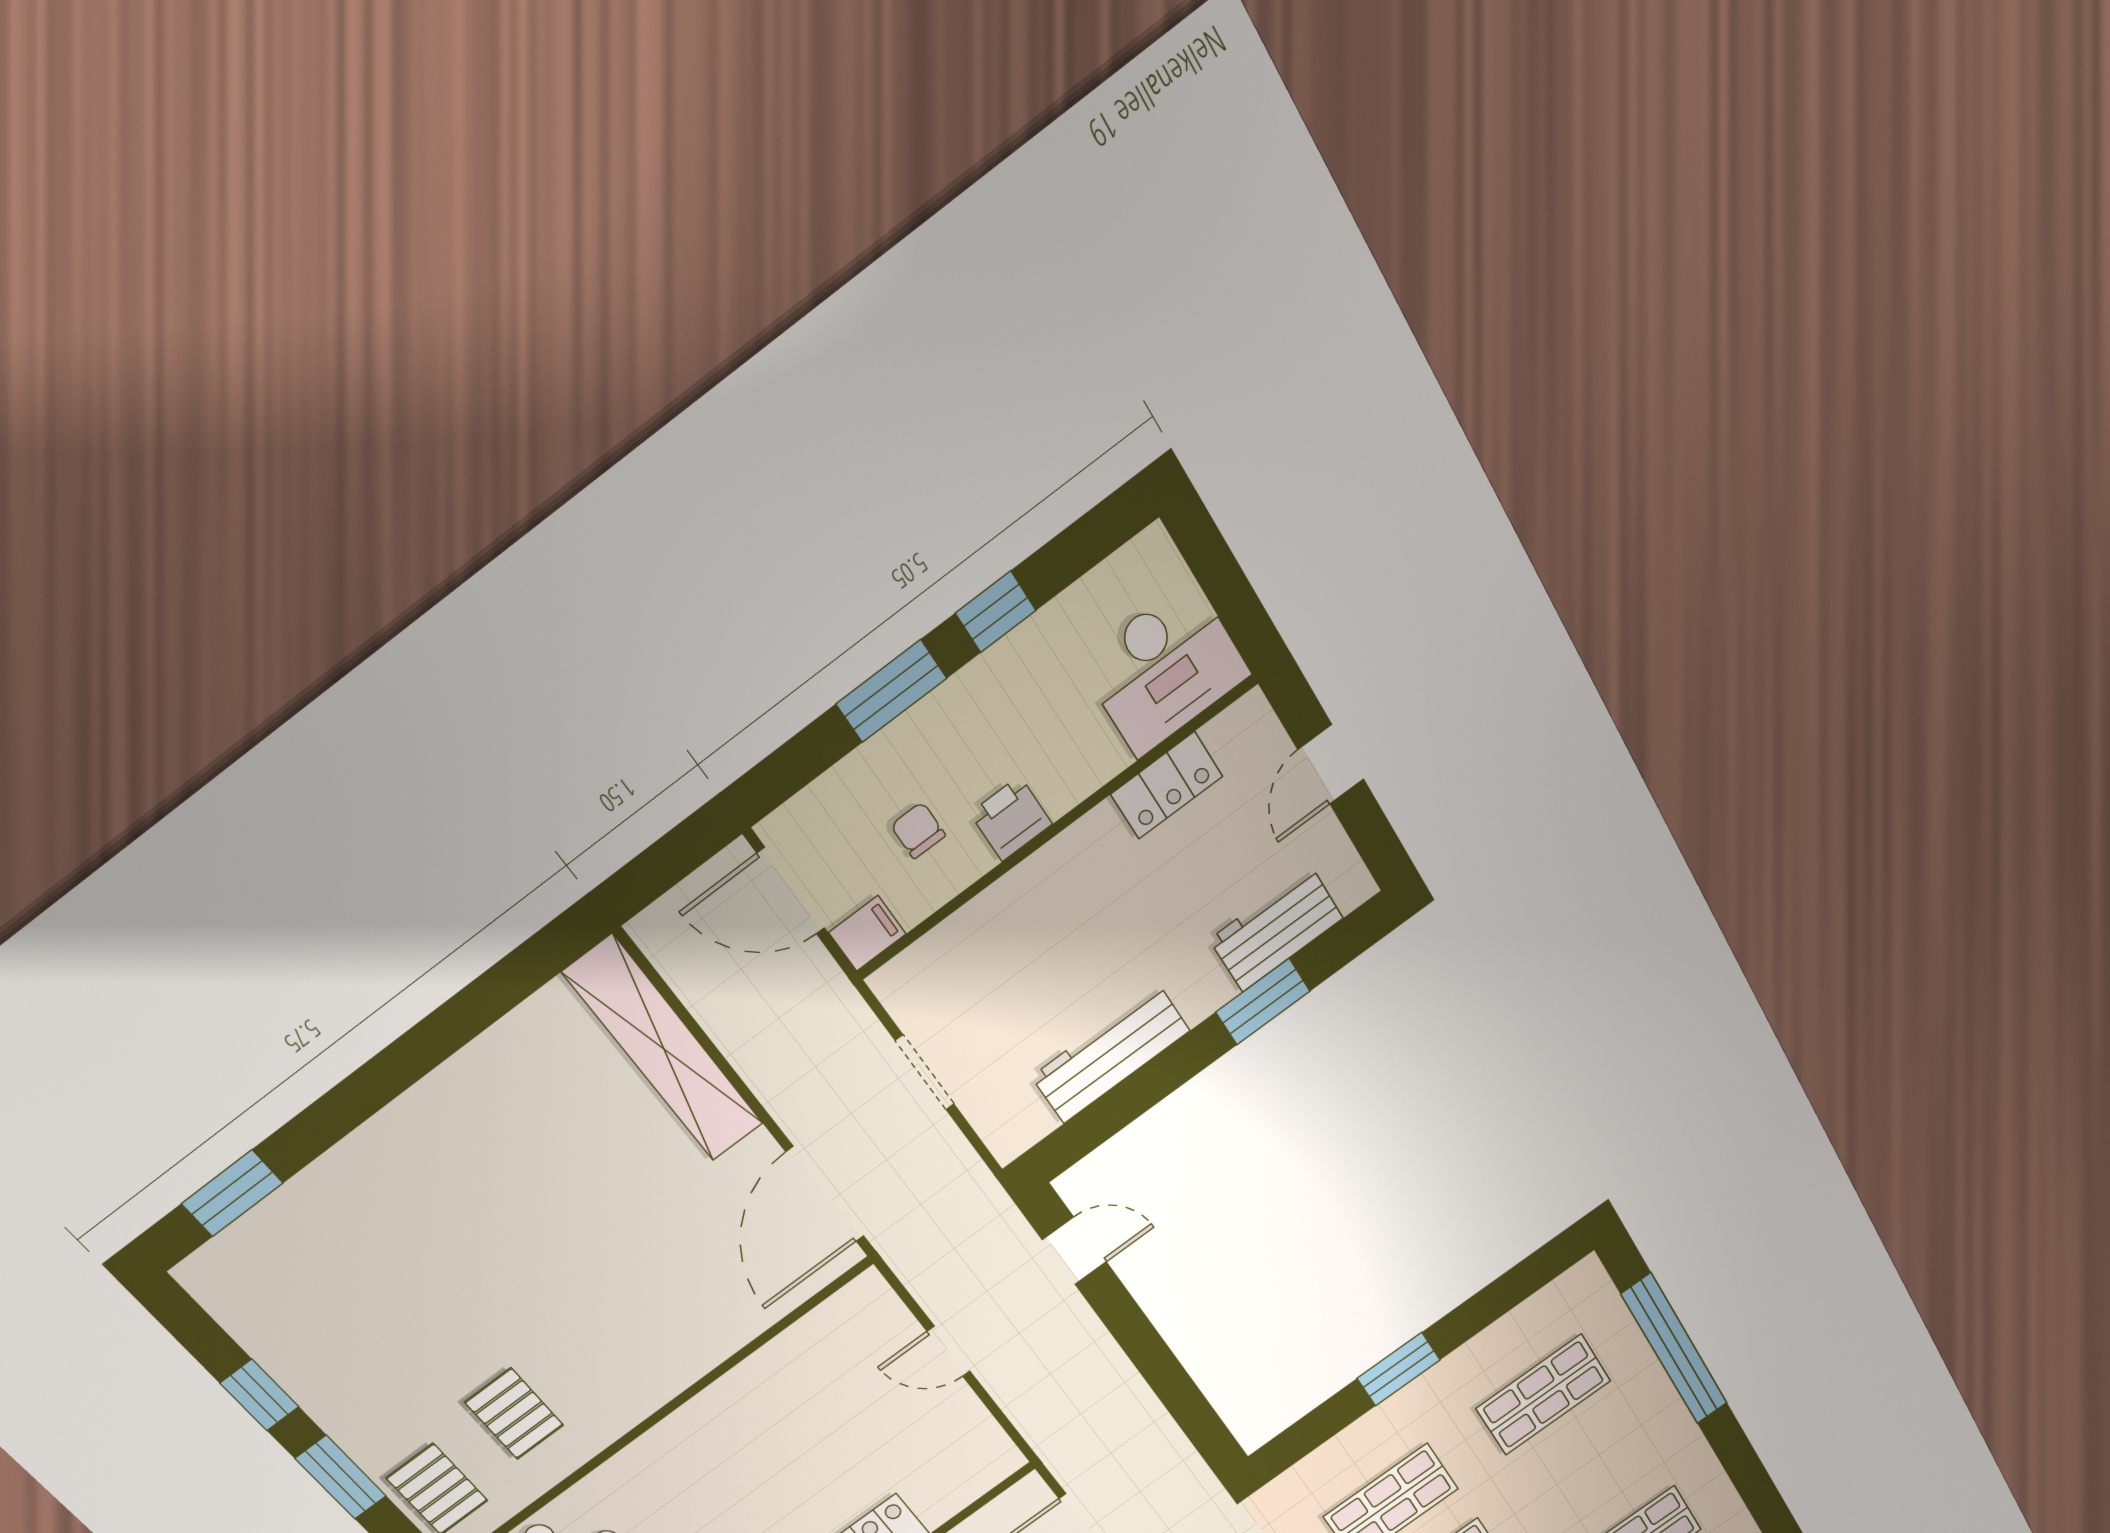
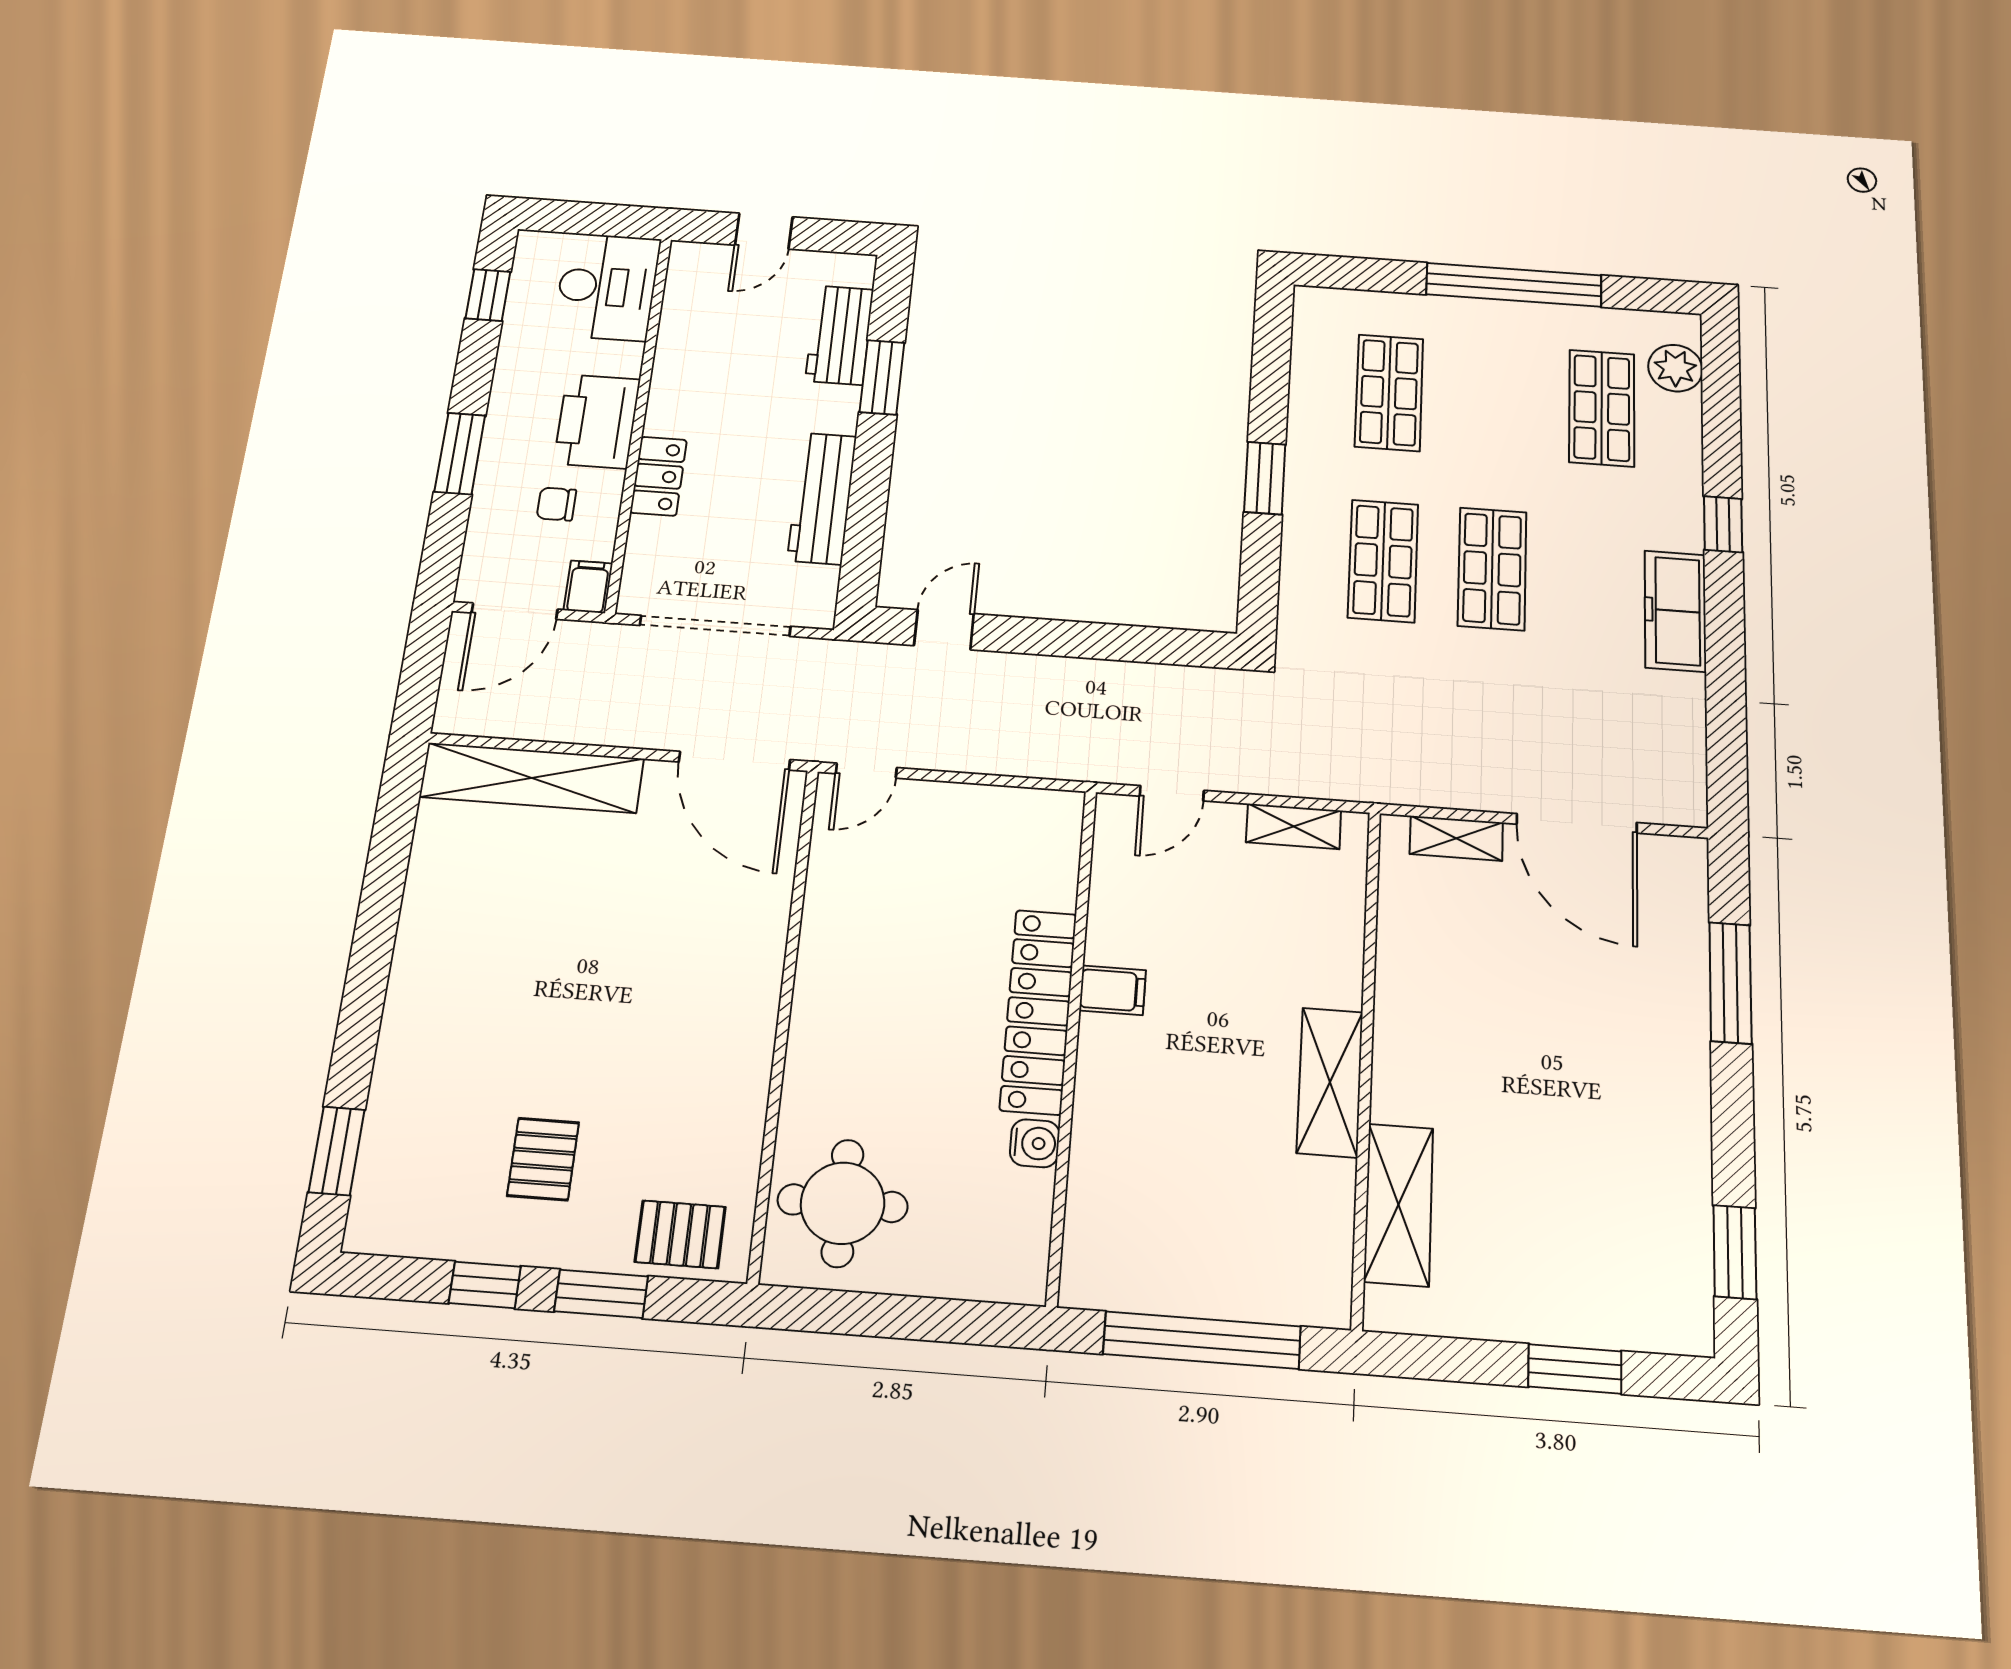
window: (996, 612) -> (488, 295), moved
door: (1331, 764) -> (764, 231), hinge flipped
locker: (1167, 785) -> (658, 476), moved
printer: (1011, 819) -> (597, 421), width x1.87, depth x1.48
doorway: (925, 1072) -> (715, 626), width x1.87
window: (1675, 1349) -> (1514, 285), moved
door: (949, 1351) -> (866, 771), moved
pallet: (514, 1414) -> (543, 1159), moved, turned 90

